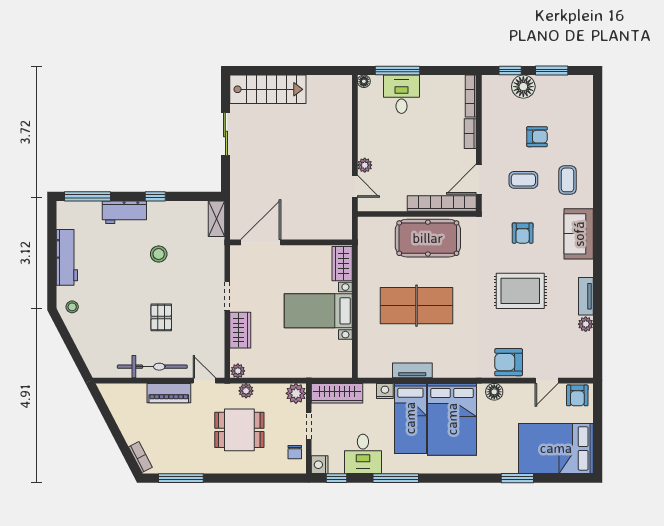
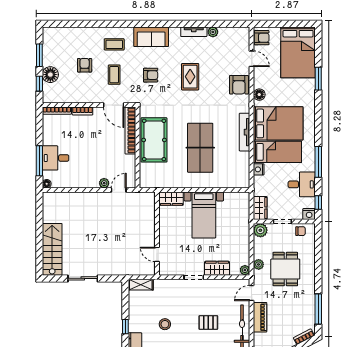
door: (261, 242) -> (157, 254), width x0.53
rug: (520, 291) -> (190, 77), width x0.73, depth x0.70
tv unit: (412, 370) -> (245, 132), moved, width x1.41
wardrobe: (337, 393) -> (260, 208), width x0.67

